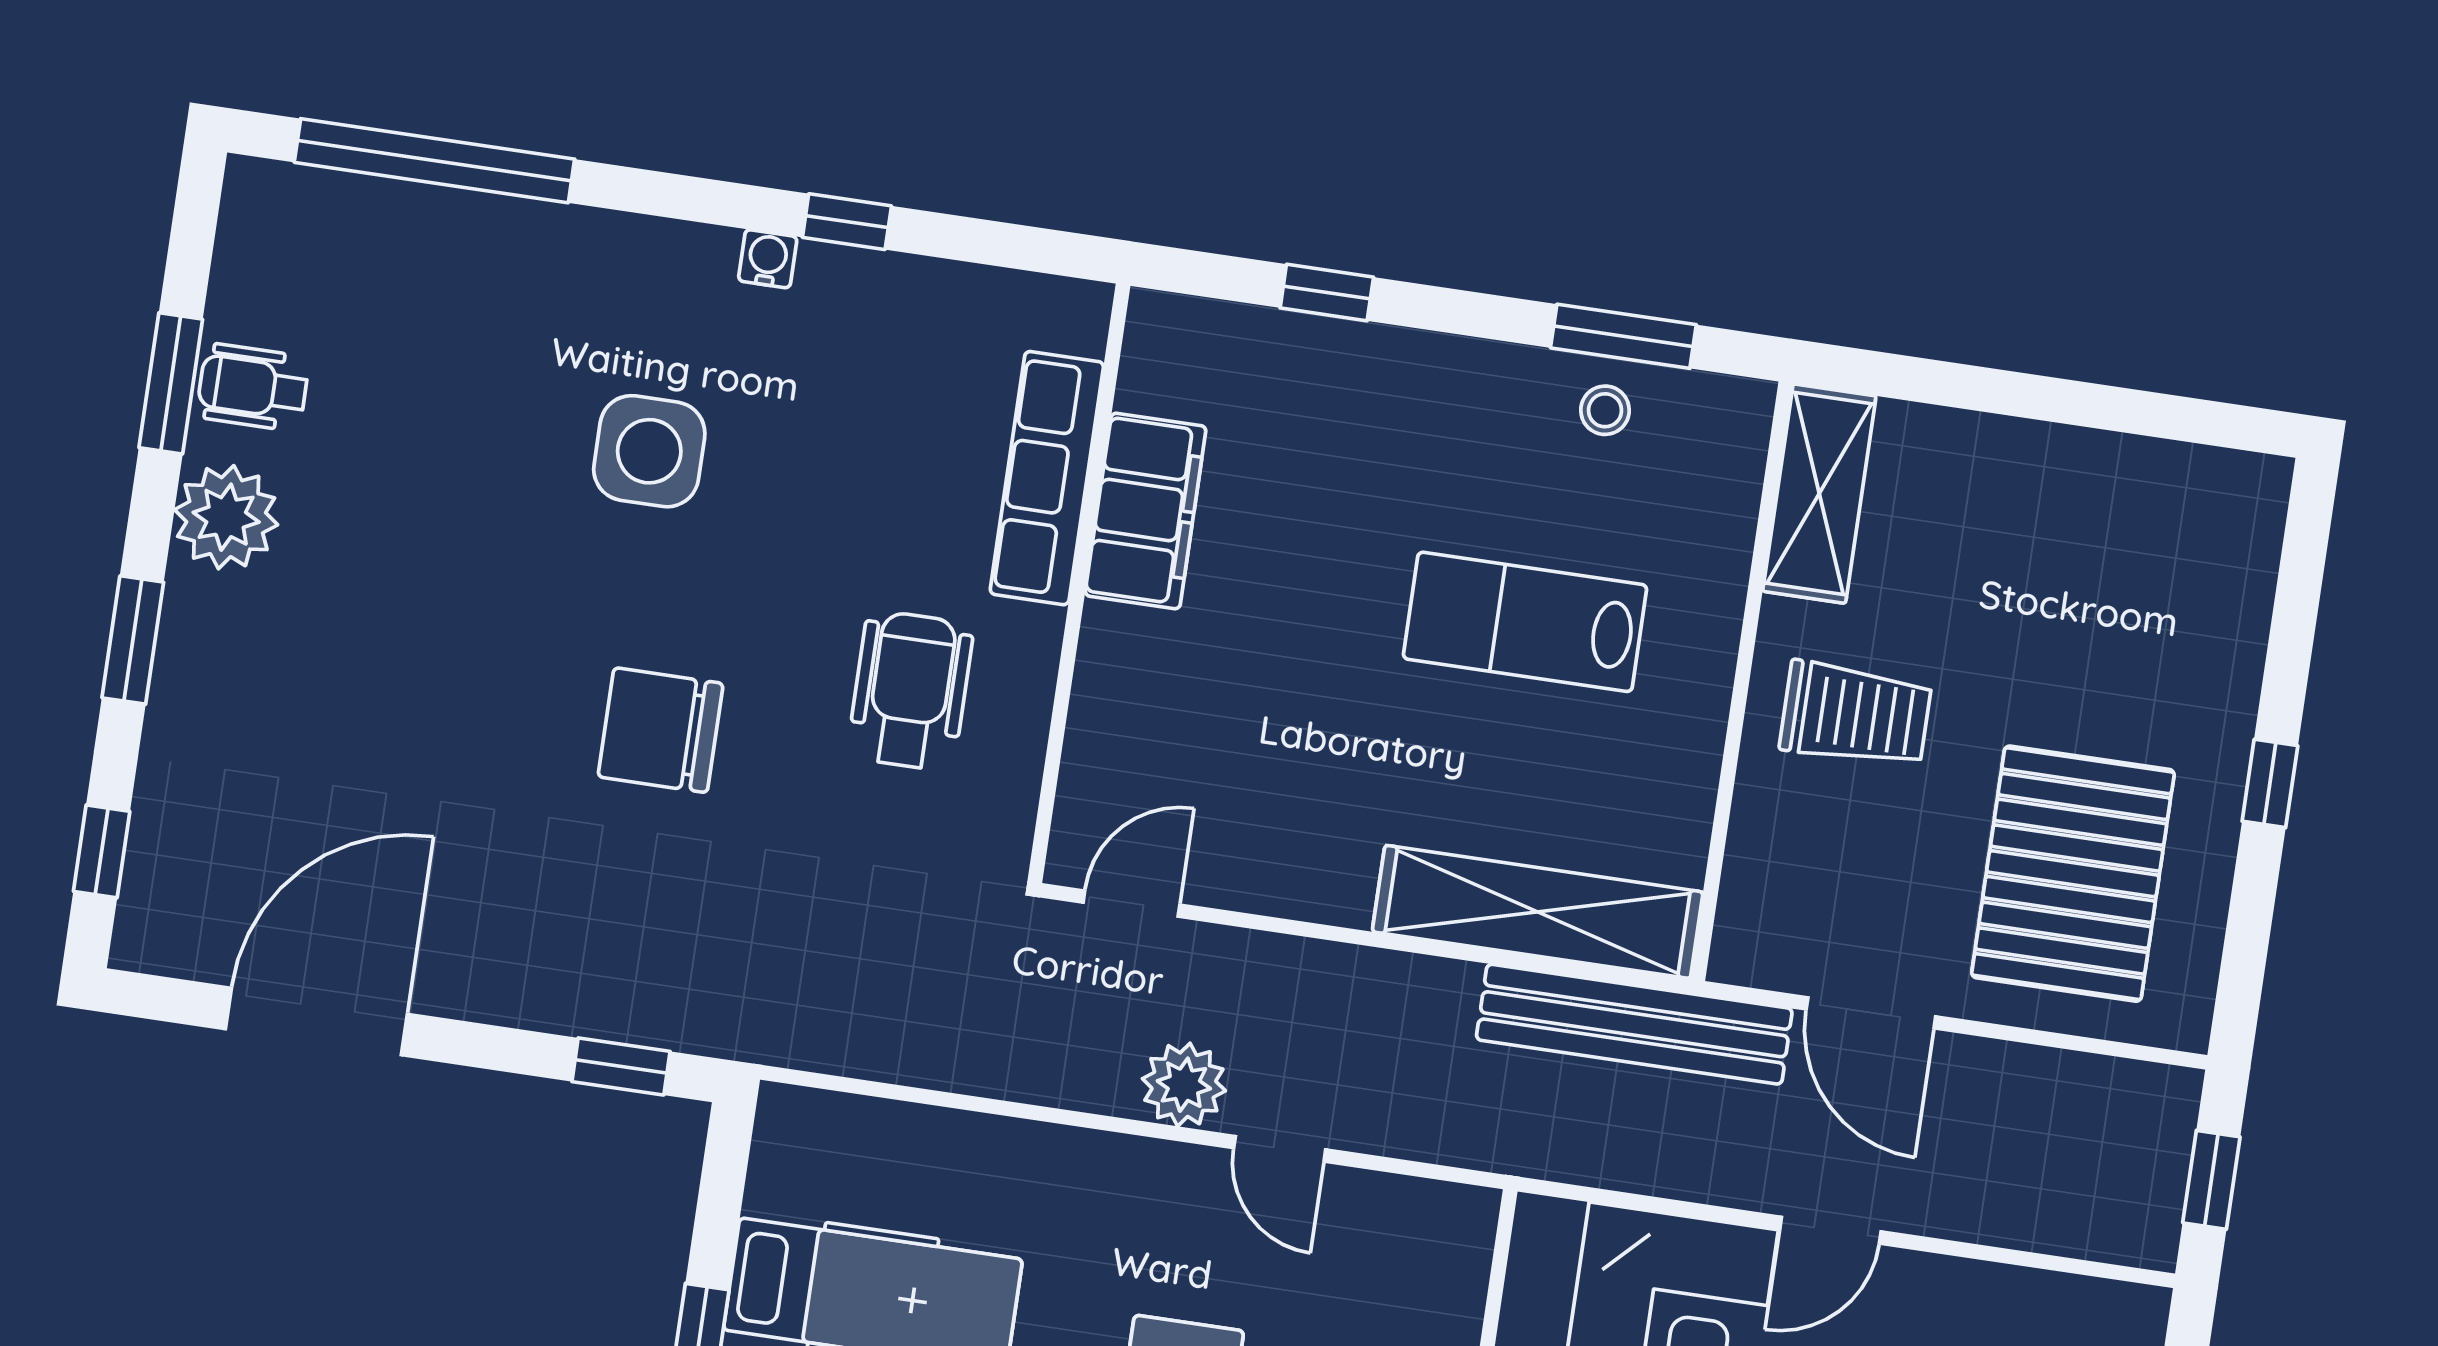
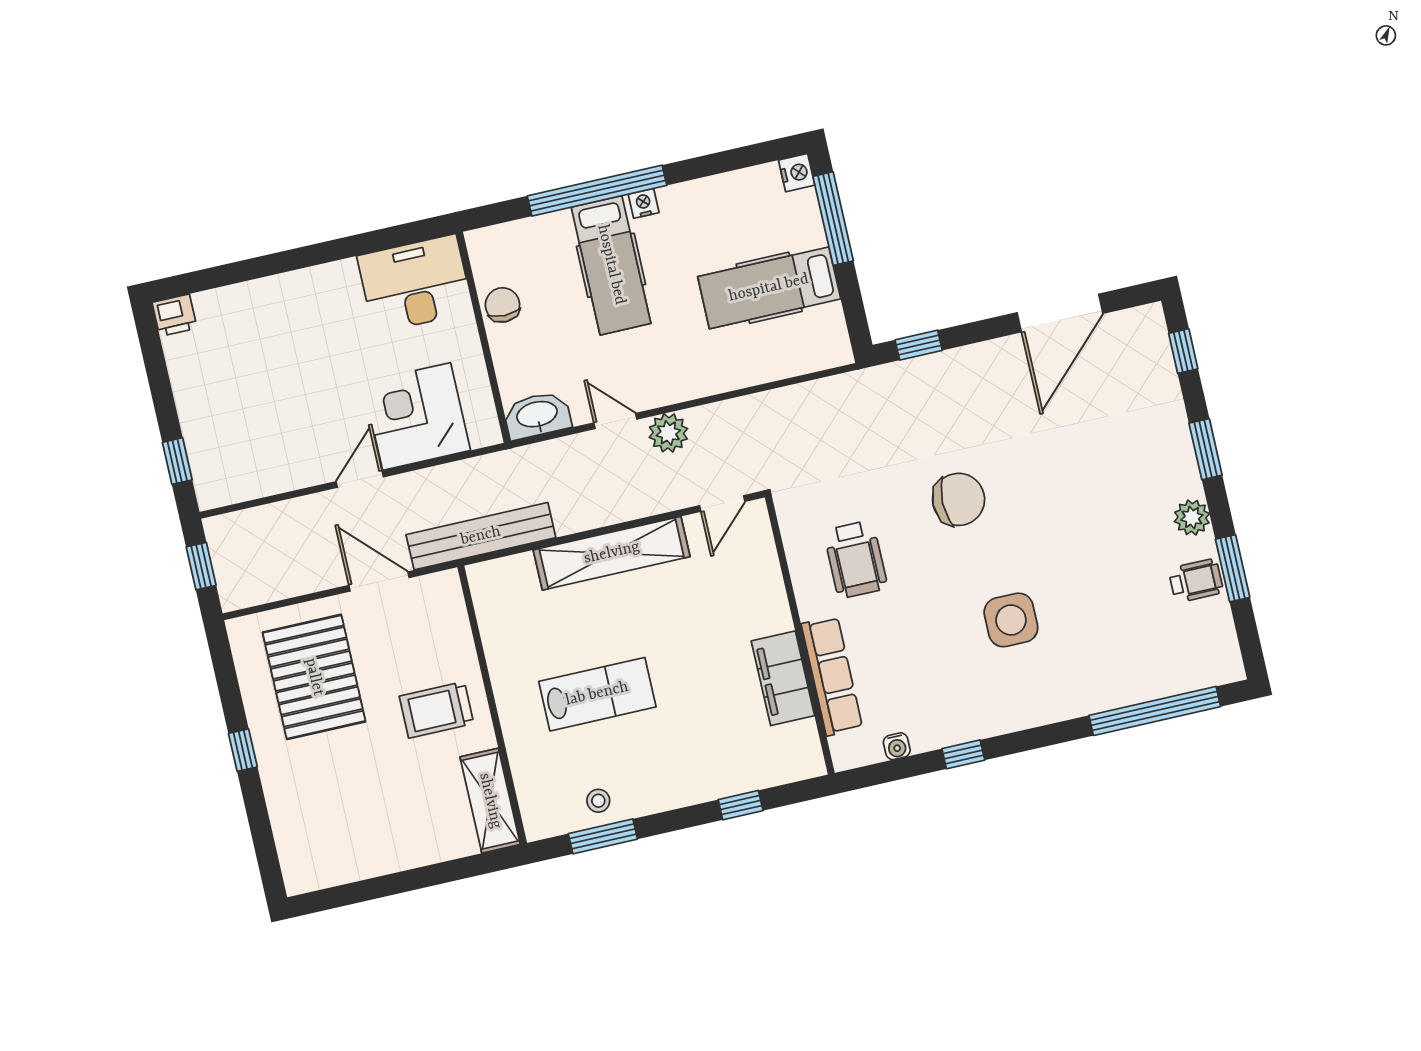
water cooler: (768, 259) -> (897, 746), moved
plant: (226, 517) -> (1192, 518), width x0.73, depth x0.73
shelving: (1538, 912) -> (612, 553), moved
washbasin: (1430, 1220) -> (537, 415), added

